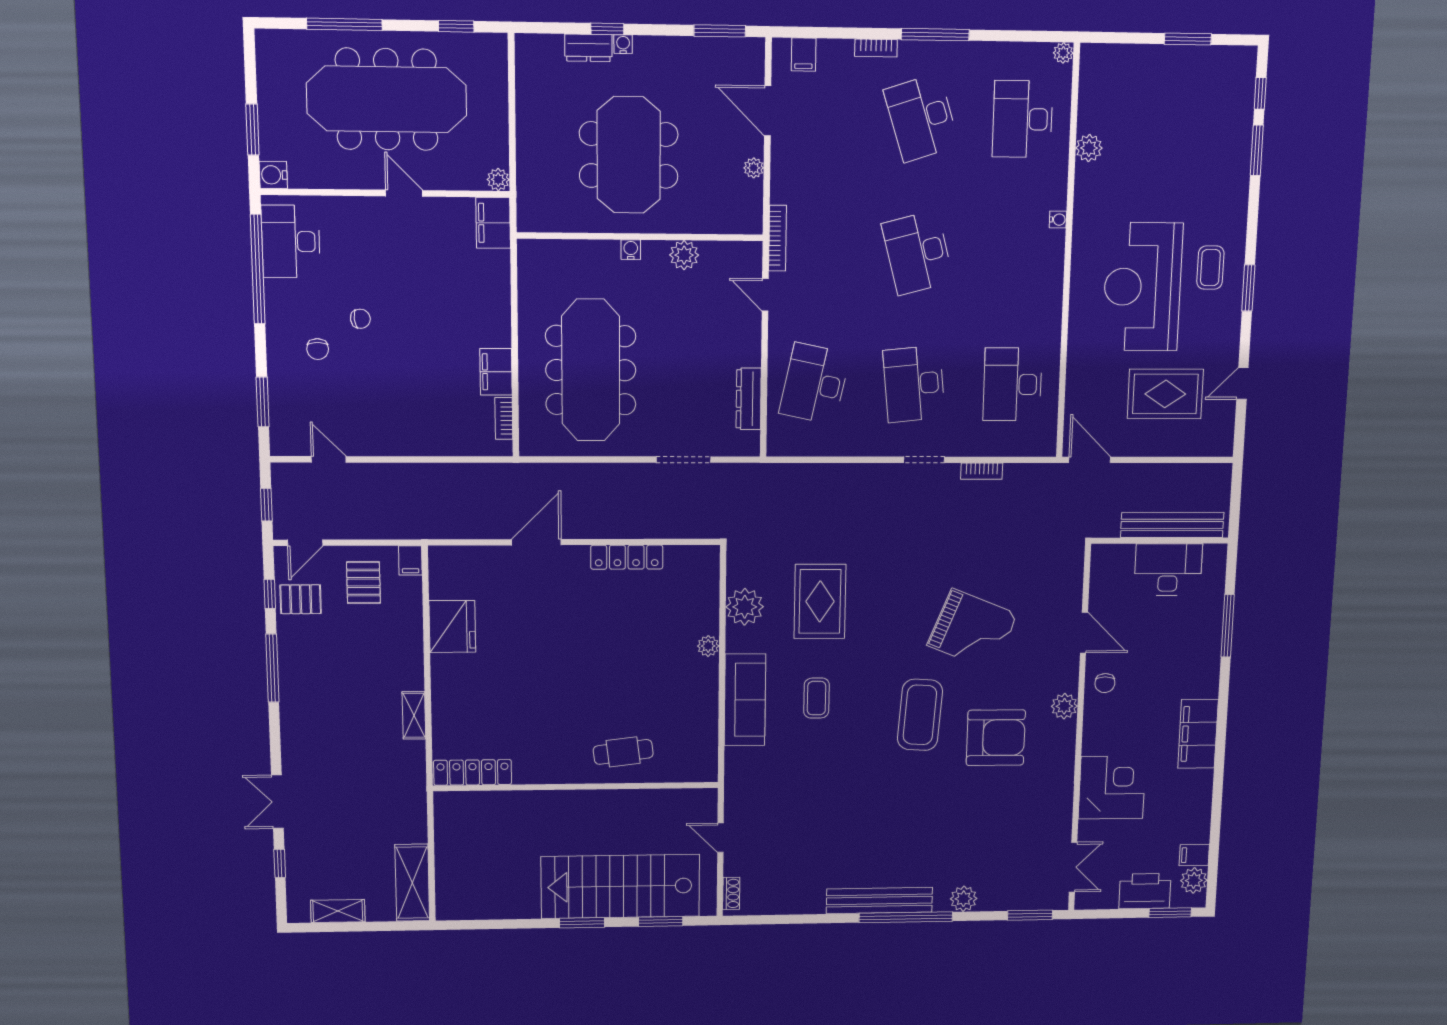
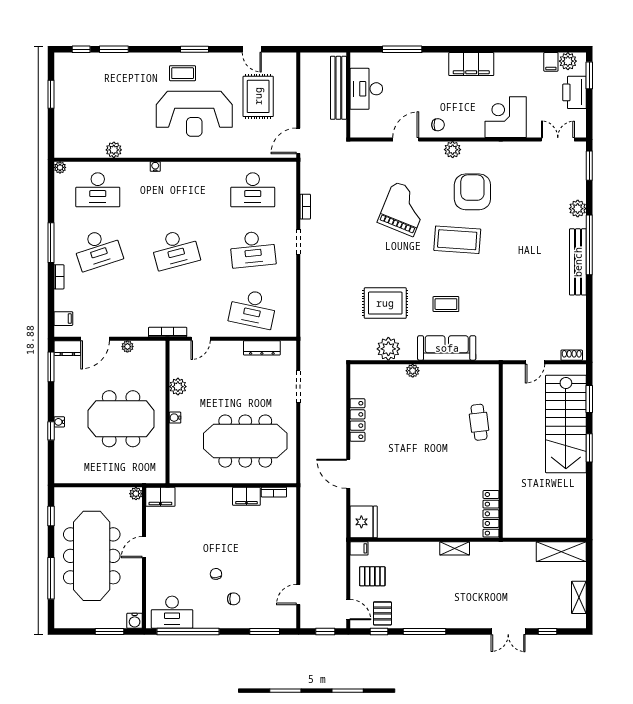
dresser: (588, 48) -> (67, 348), moved, turned 90
fridge: (452, 626) -> (364, 522), moved, turned 90

